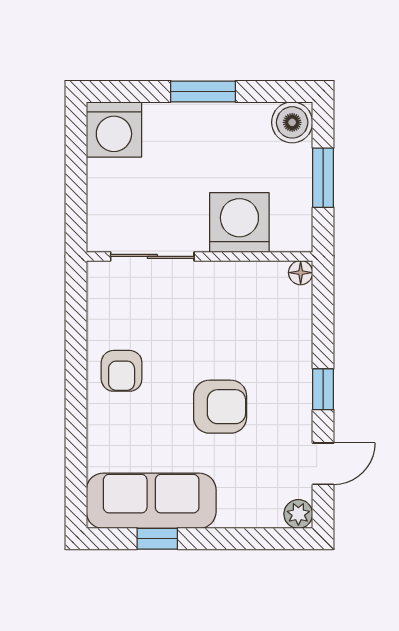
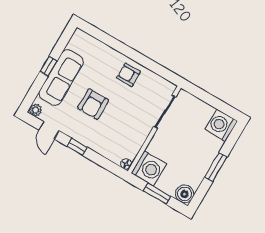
washing machine: (239, 222) -> (149, 168), moved
sofa: (151, 501) -> (61, 78), moved
window: (157, 539) -> (49, 66), moved

